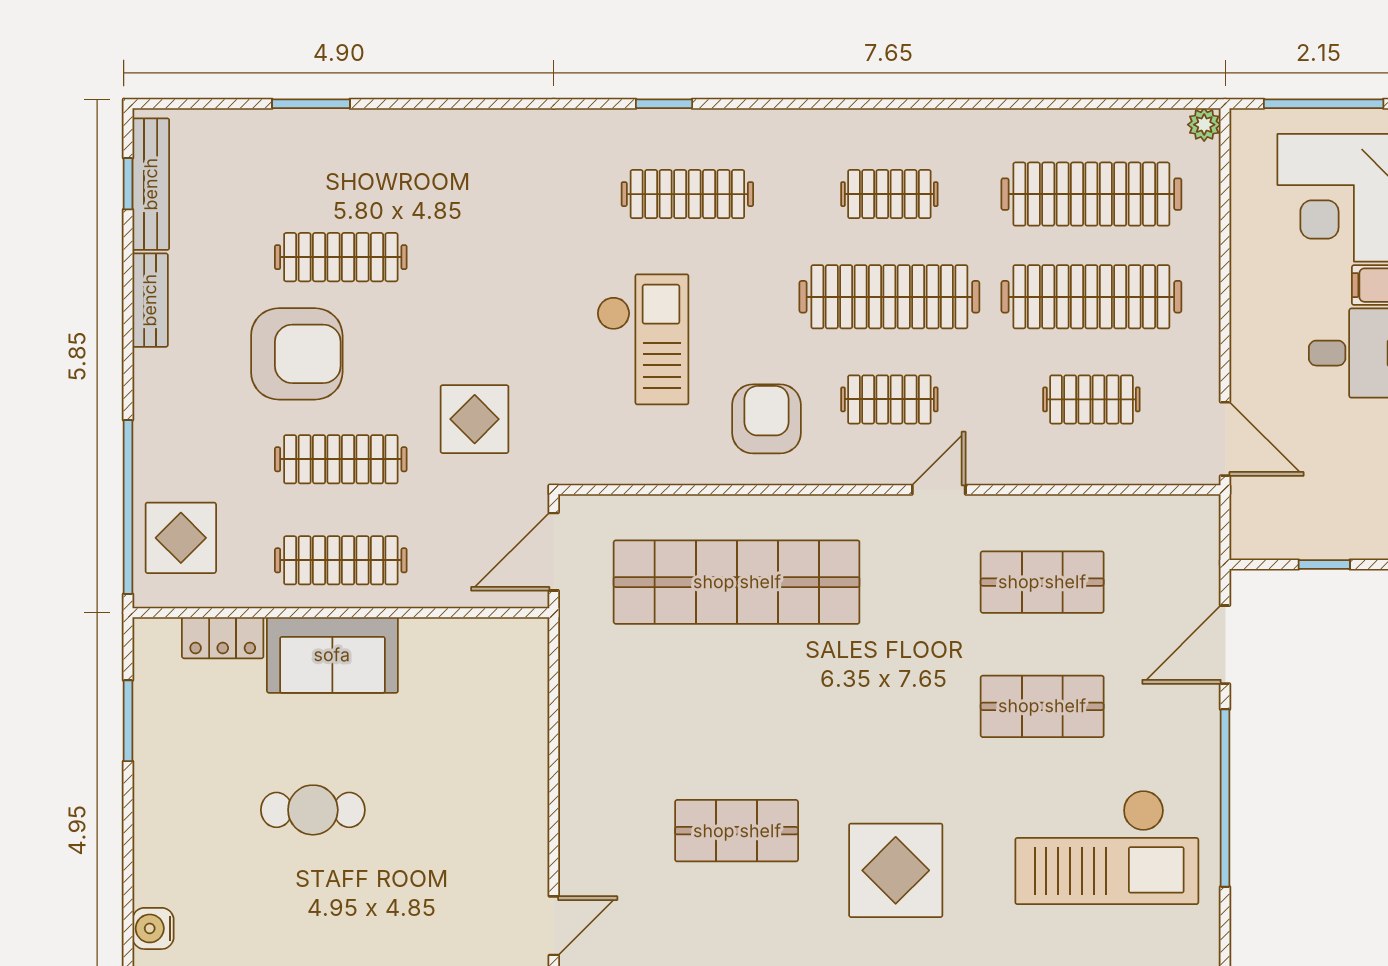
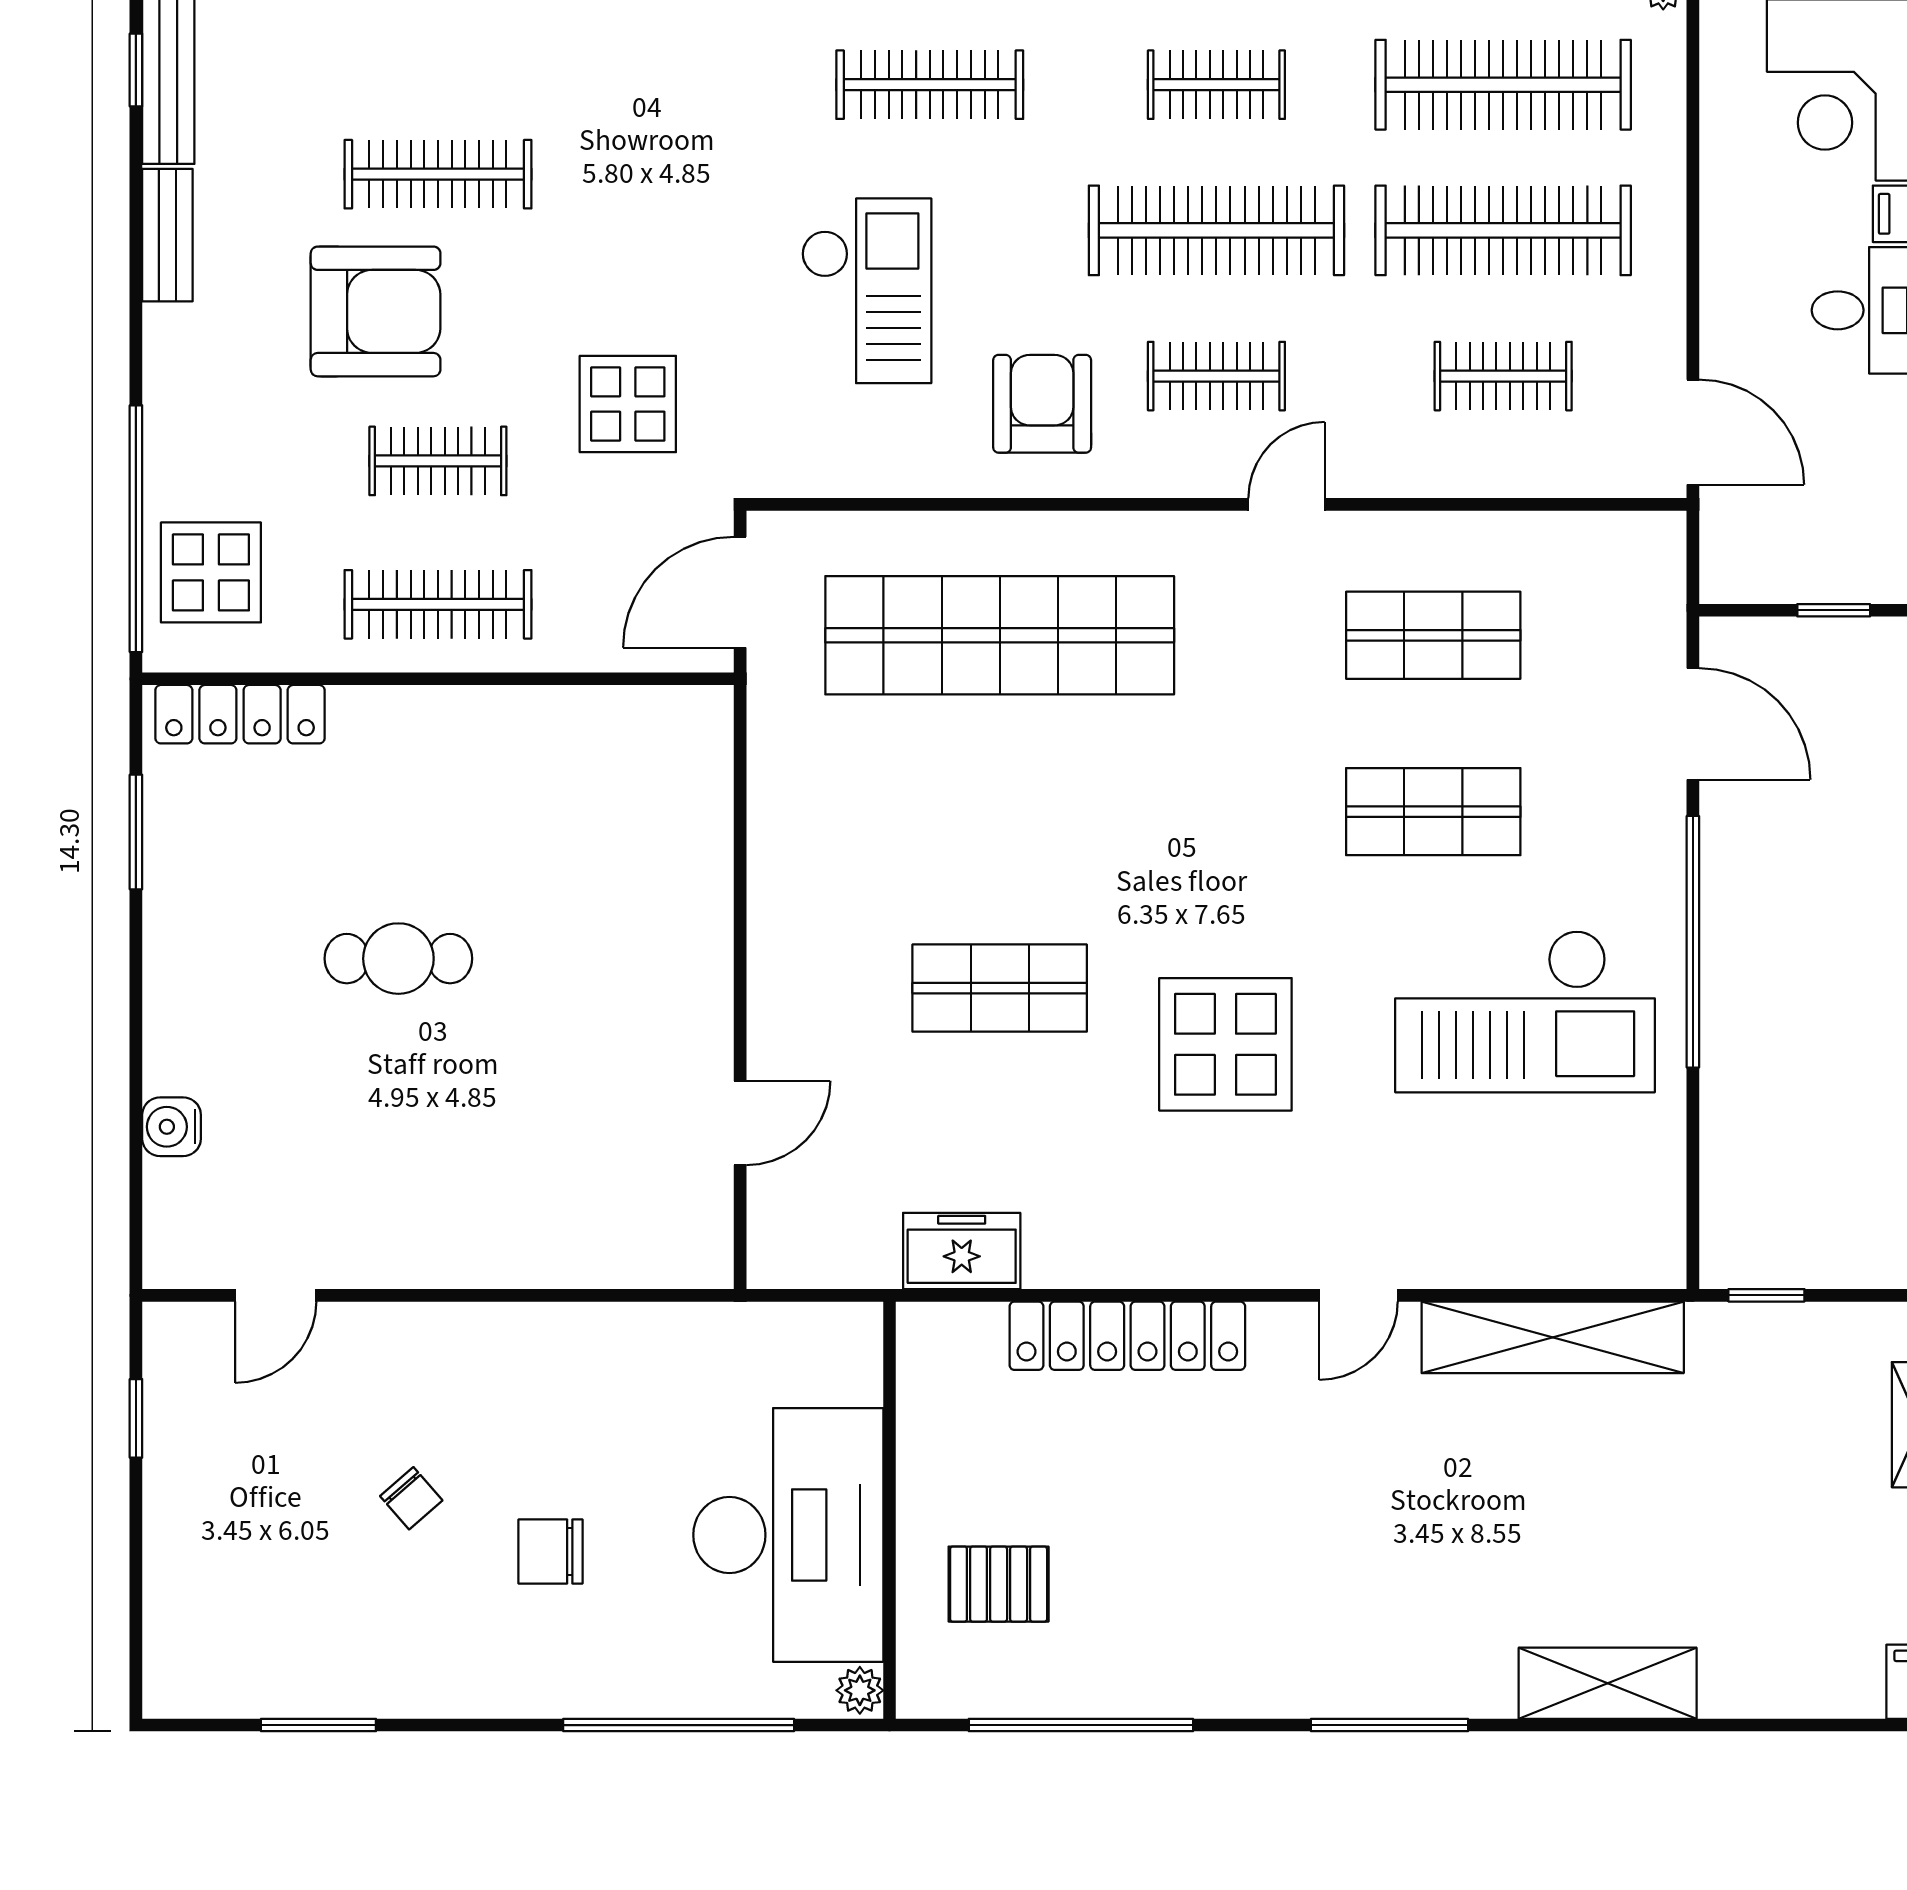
clothes rail: (341, 459) -> (438, 461), width x0.73
locker: (223, 638) -> (240, 714), width x1.53
door: (1225, 645) -> (1693, 724), swing flipped
sofa: (332, 655) -> (426, 739), removed

